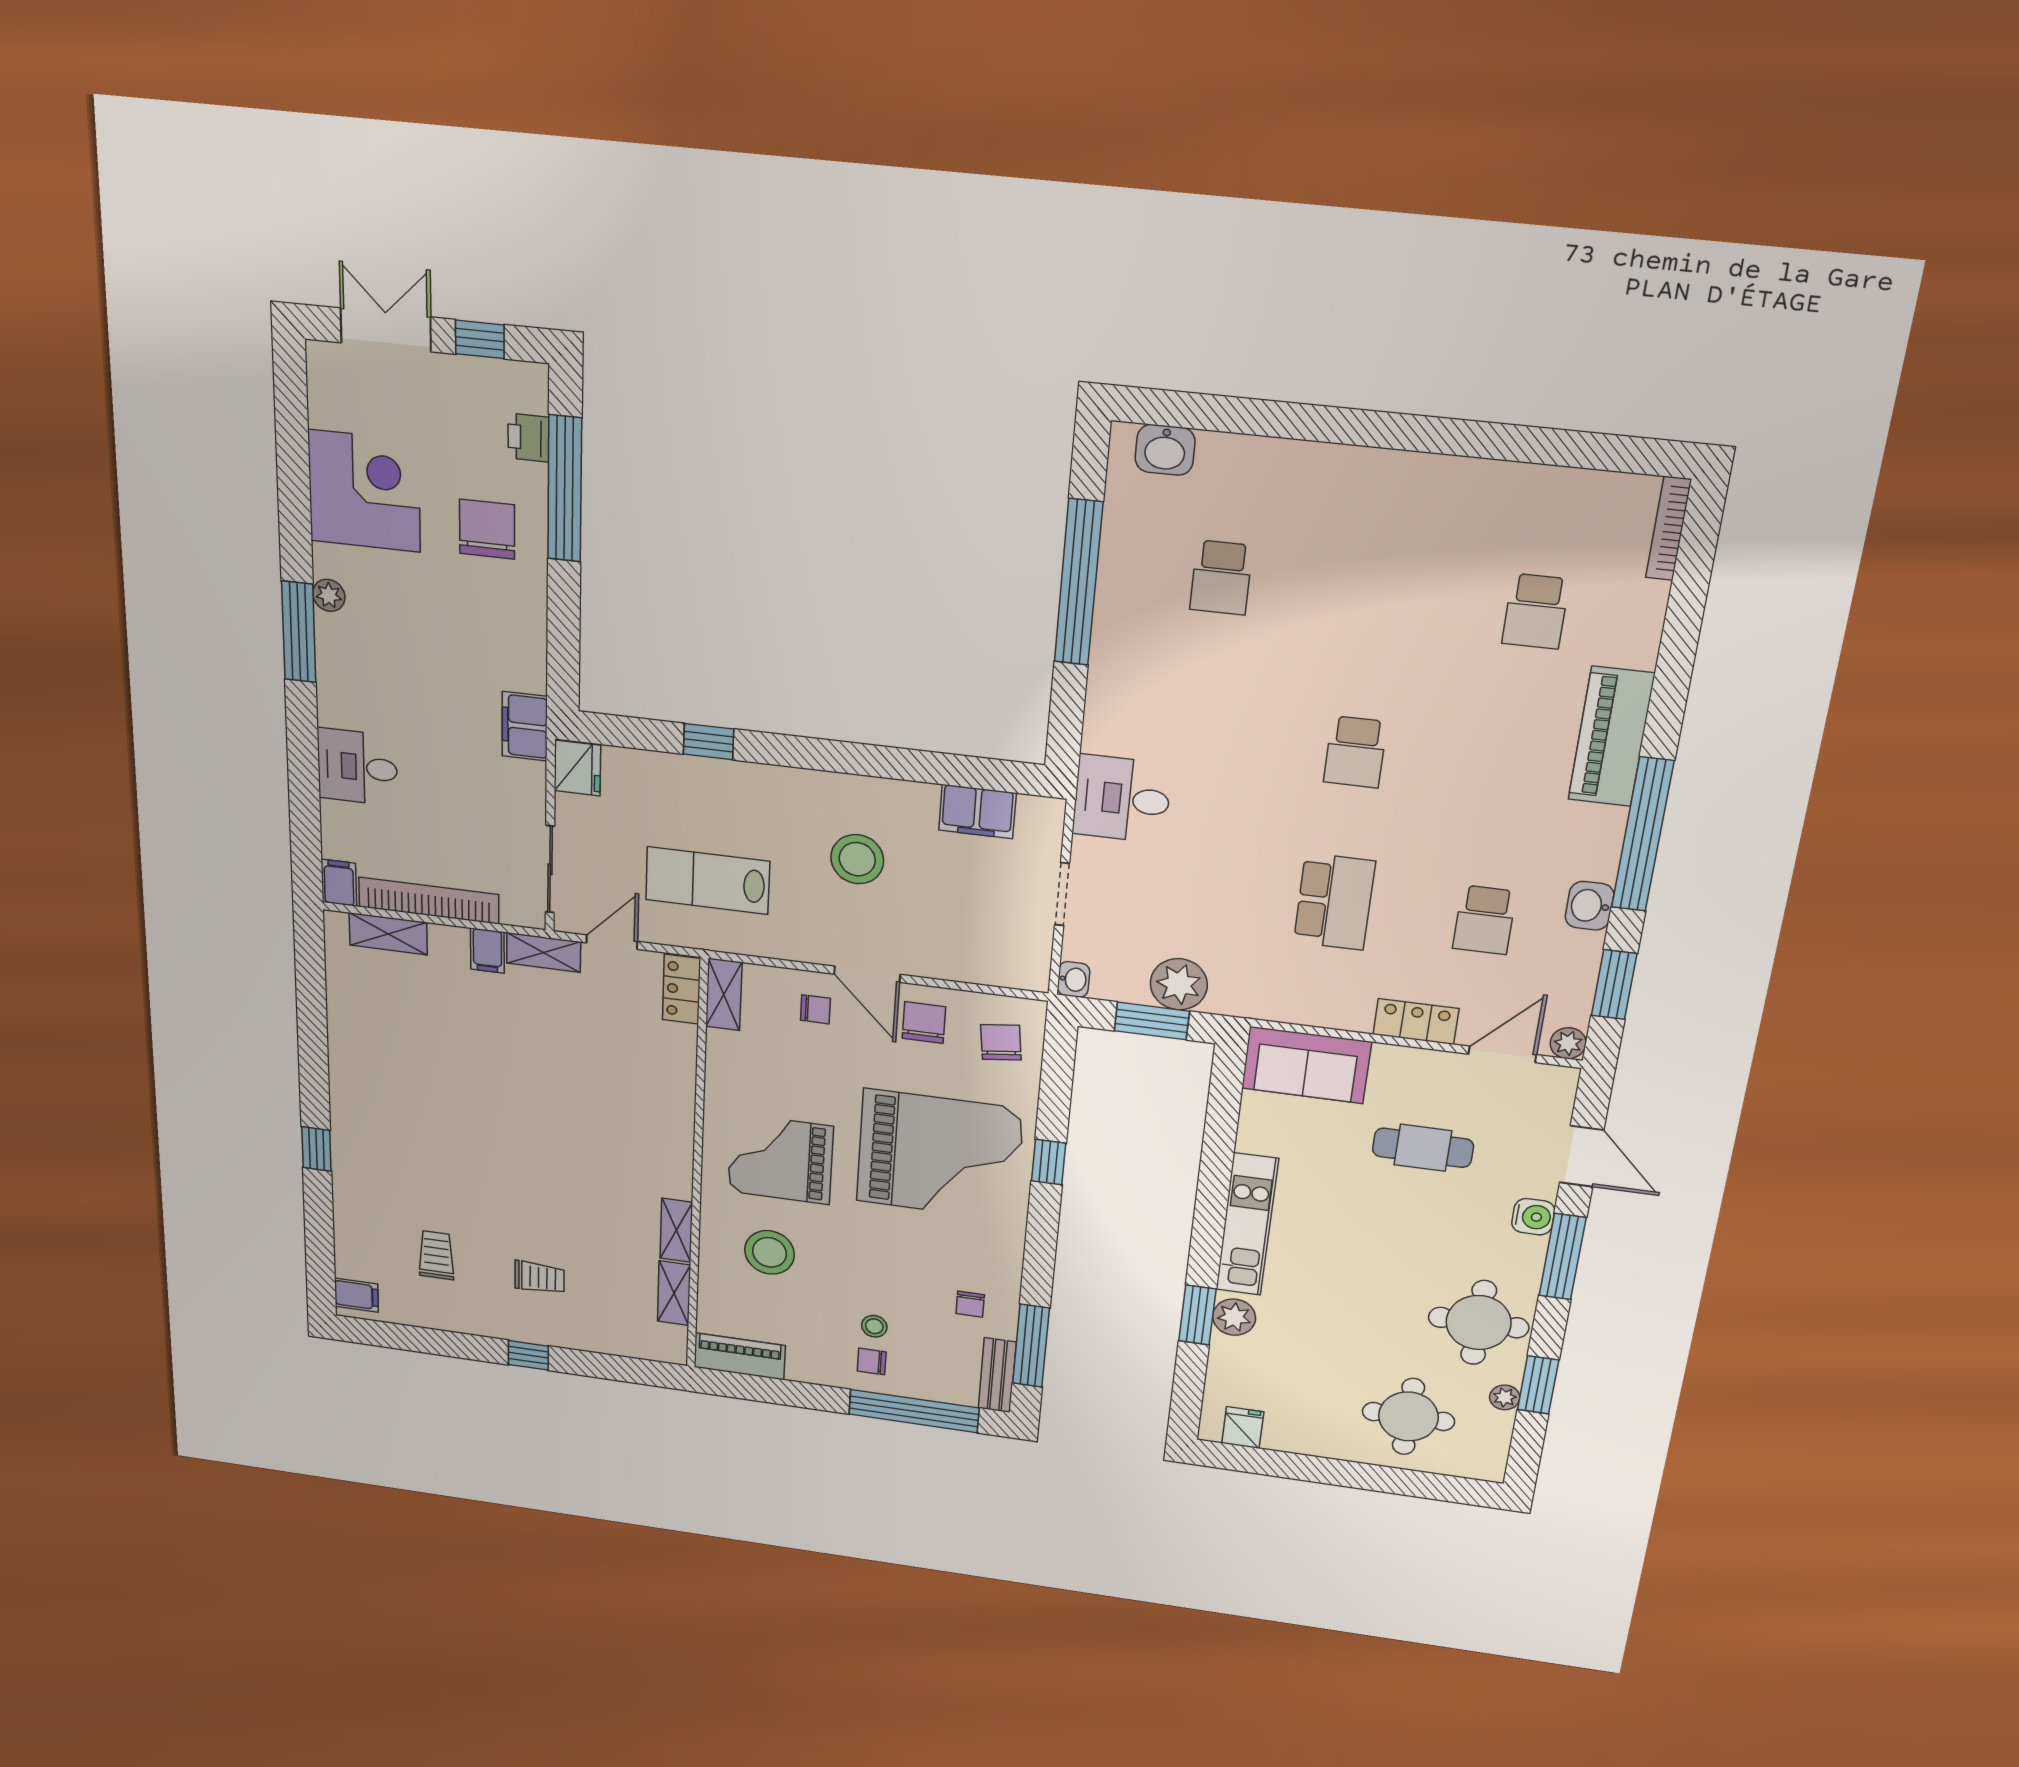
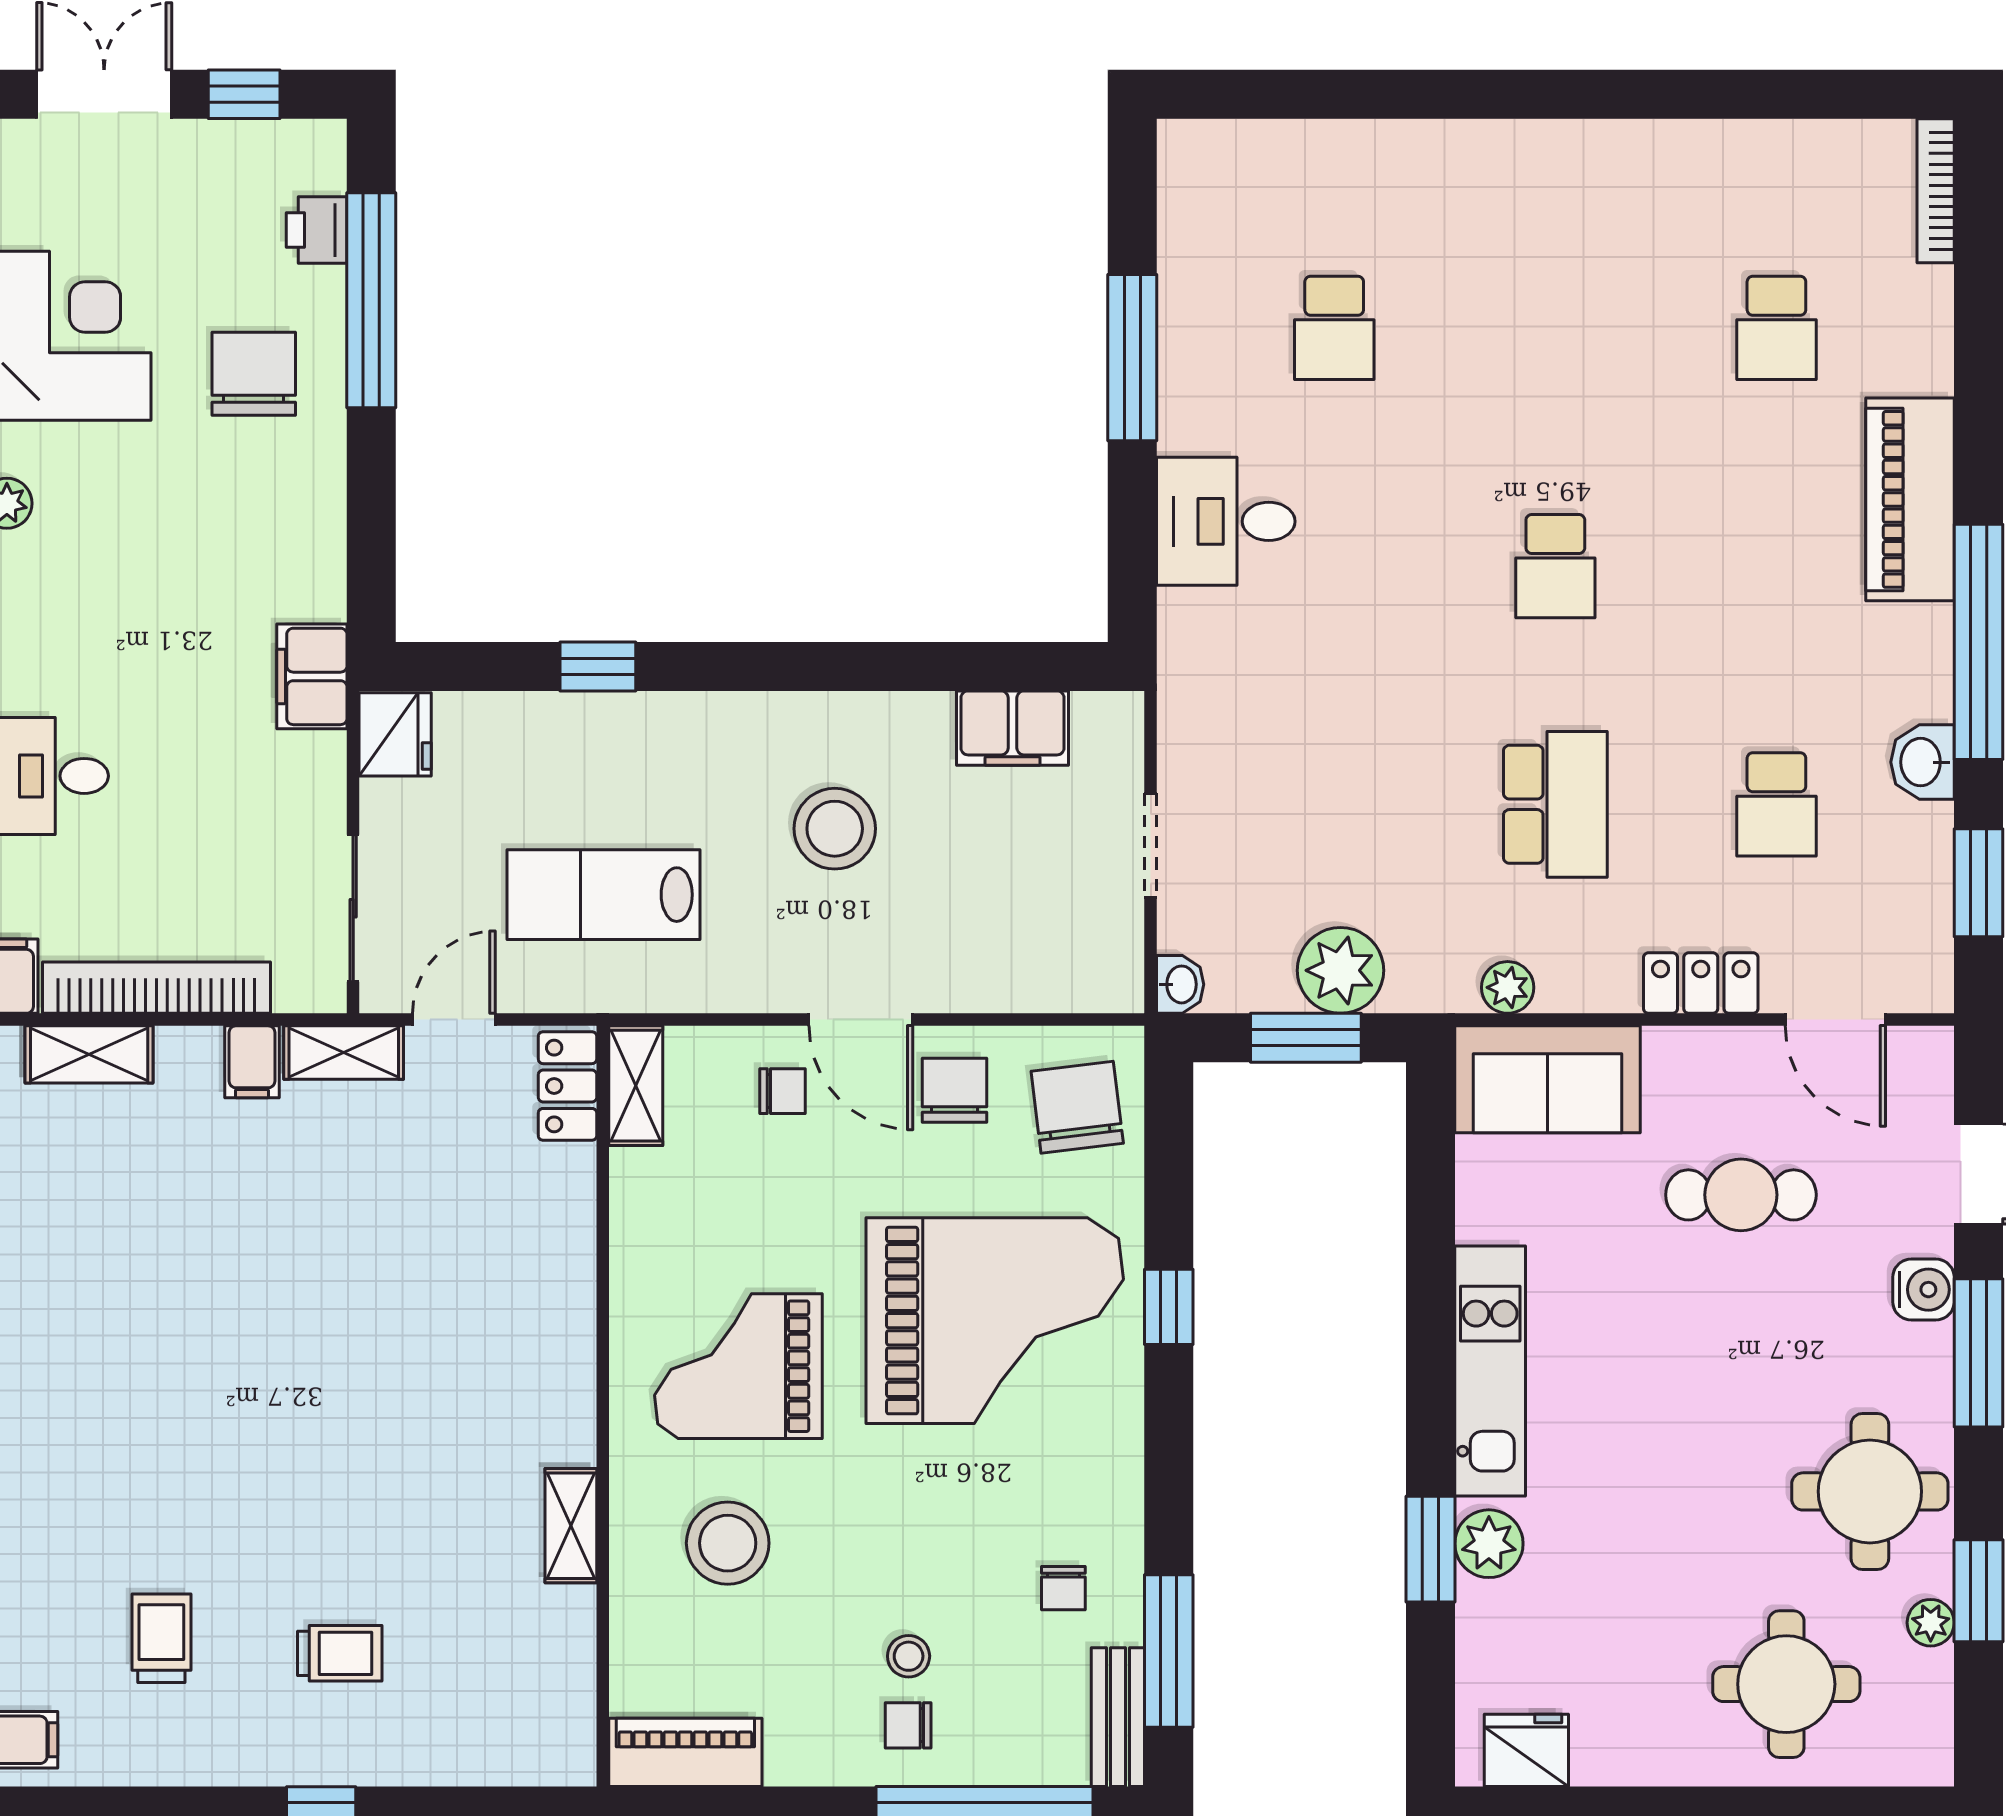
washbasin: (1165, 450) -> (1236, 153), removed
window: (1078, 583) -> (1132, 358), width x0.68
desk: (1122, 799) -> (1226, 521), moved
chair: (1001, 1042) -> (1077, 1107), width x1.37, depth x1.37
plant: (1568, 1043) -> (1508, 987), moved
door: (1502, 1054) -> (1835, 1020), swing flipped
shelving: (674, 1293) -> (570, 1647), removed
fridge: (1243, 1427) -> (1526, 1750), width x1.38

